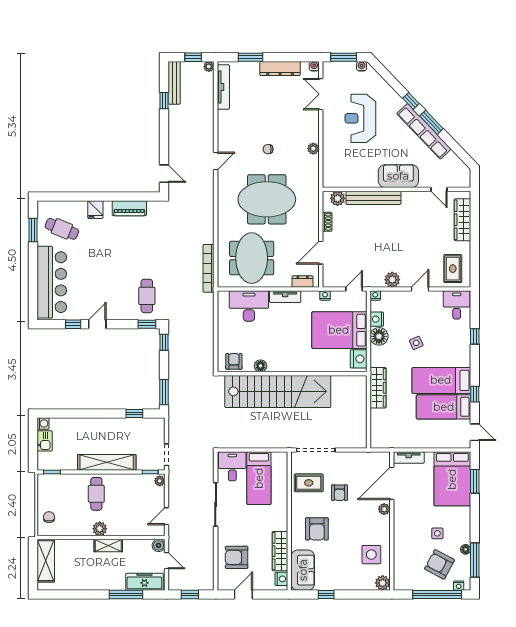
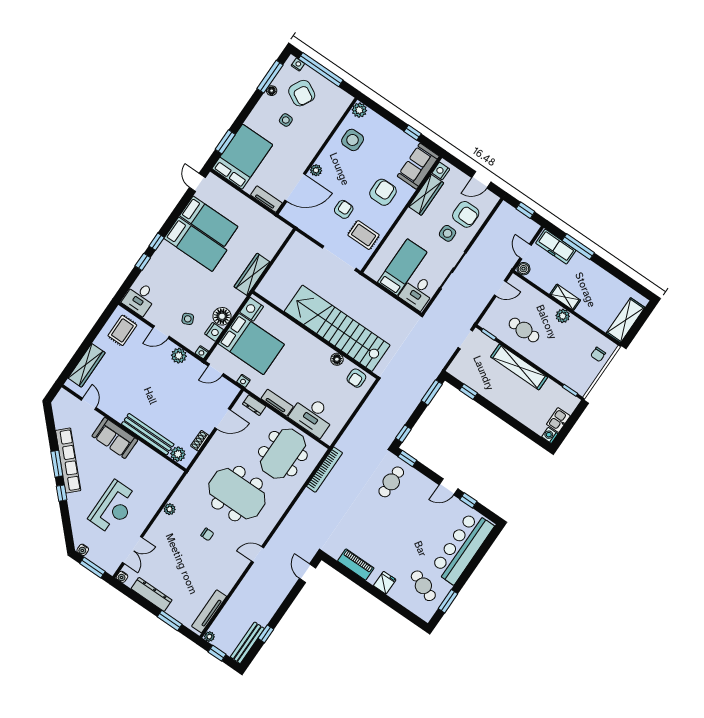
side table: (416, 343) -> (188, 319), moved
window: (475, 394) -> (157, 242), moved
plant: (160, 481) -> (486, 321), removed
cafe table: (96, 494) -> (524, 330), moved, turned 90
side table: (241, 532) -> (448, 233), added

